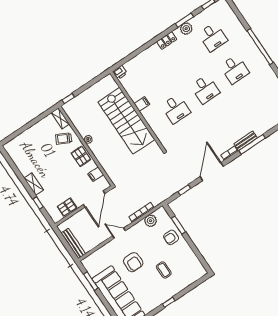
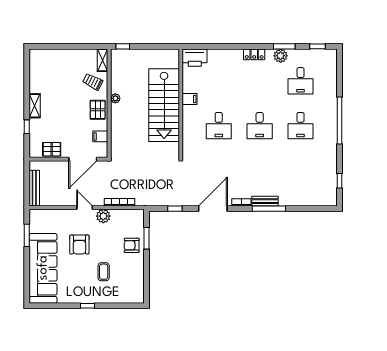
printer: (120, 72) -> (195, 58), width x1.87, depth x1.48
plant: (151, 221) -> (103, 216), moved

